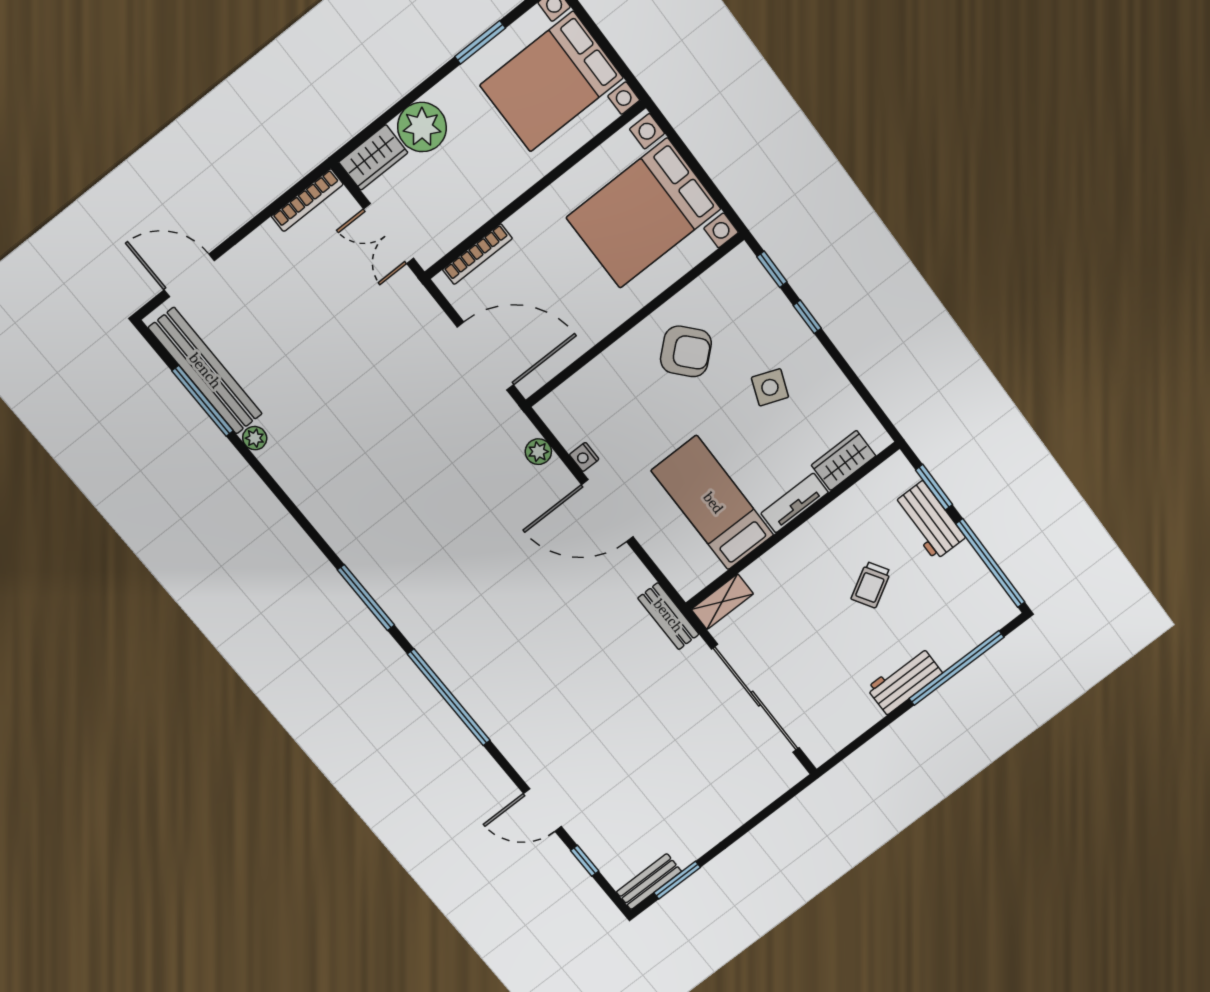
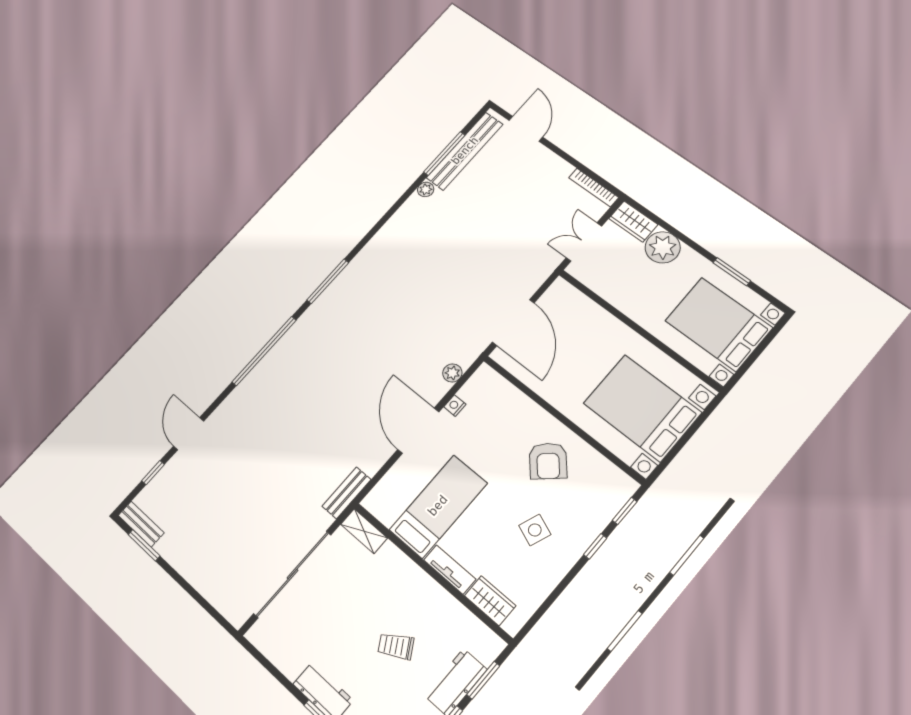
bookcase: (477, 254) -> (584, 302), removed

